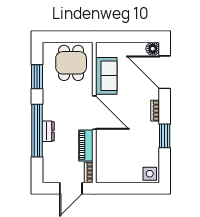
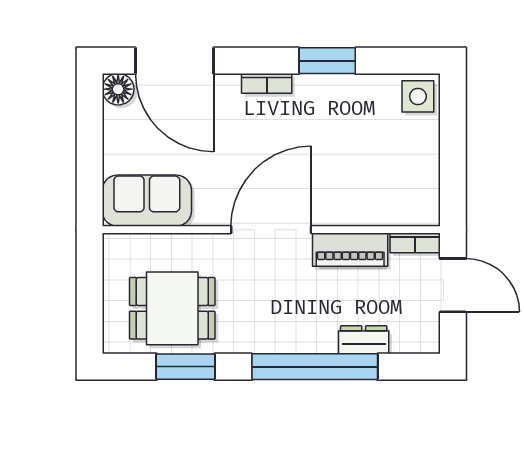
dining table: (71, 63) -> (172, 308), moved
door: (165, 72) -> (174, 61), hinge flipped
sofa: (106, 76) -> (147, 201), moved
dresser: (48, 131) -> (364, 340), moved

